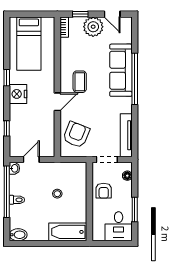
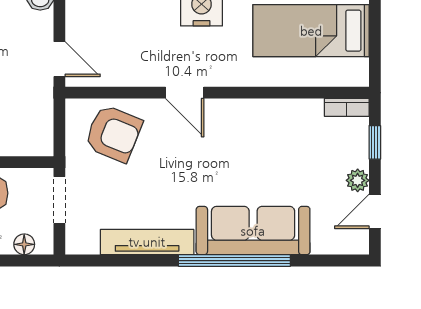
plant: (93, 27) -> (358, 180), width x0.53, depth x0.53
coffee table: (80, 82) -> (228, 141), removed
tv unit: (126, 135) -> (147, 242), moved
door: (31, 159) -> (59, 59), moved

